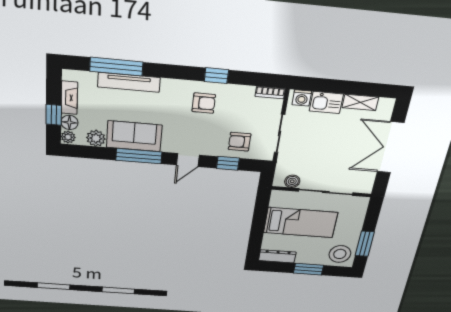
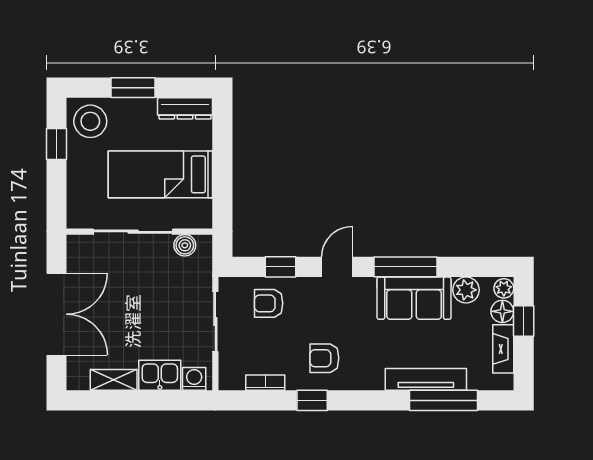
bookcase: (270, 93) -> (265, 383), moved
armchair: (240, 142) -> (269, 303), turned 180
window: (365, 244) -> (57, 144), width x0.67

